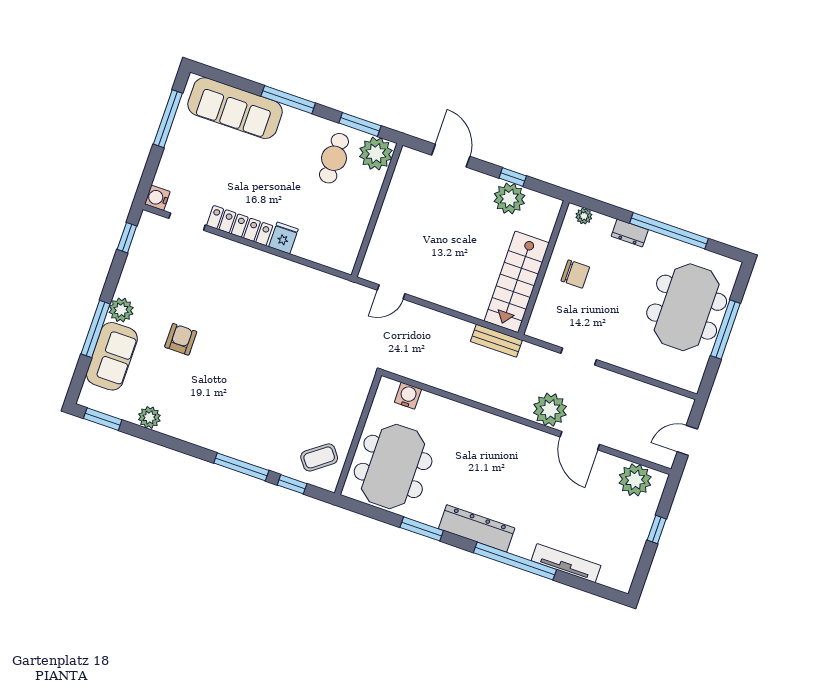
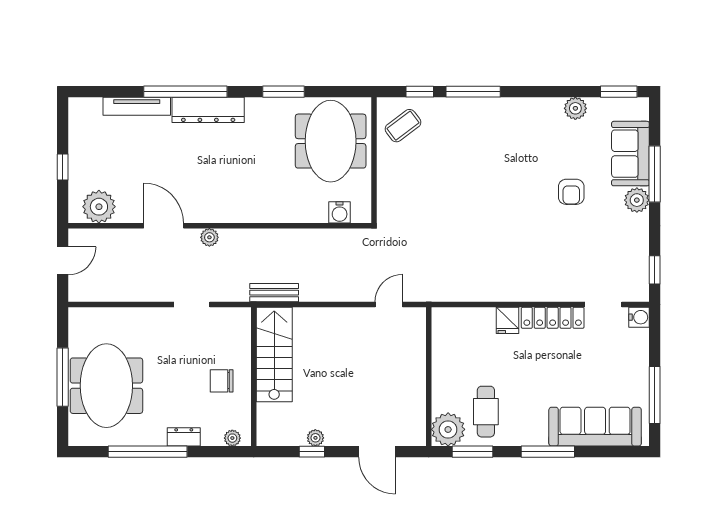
plant: (509, 198) -> (315, 438), width x0.53, depth x0.53
plant: (550, 410) -> (209, 237), width x0.53, depth x0.53
dresser: (477, 528) -> (208, 110), moved

